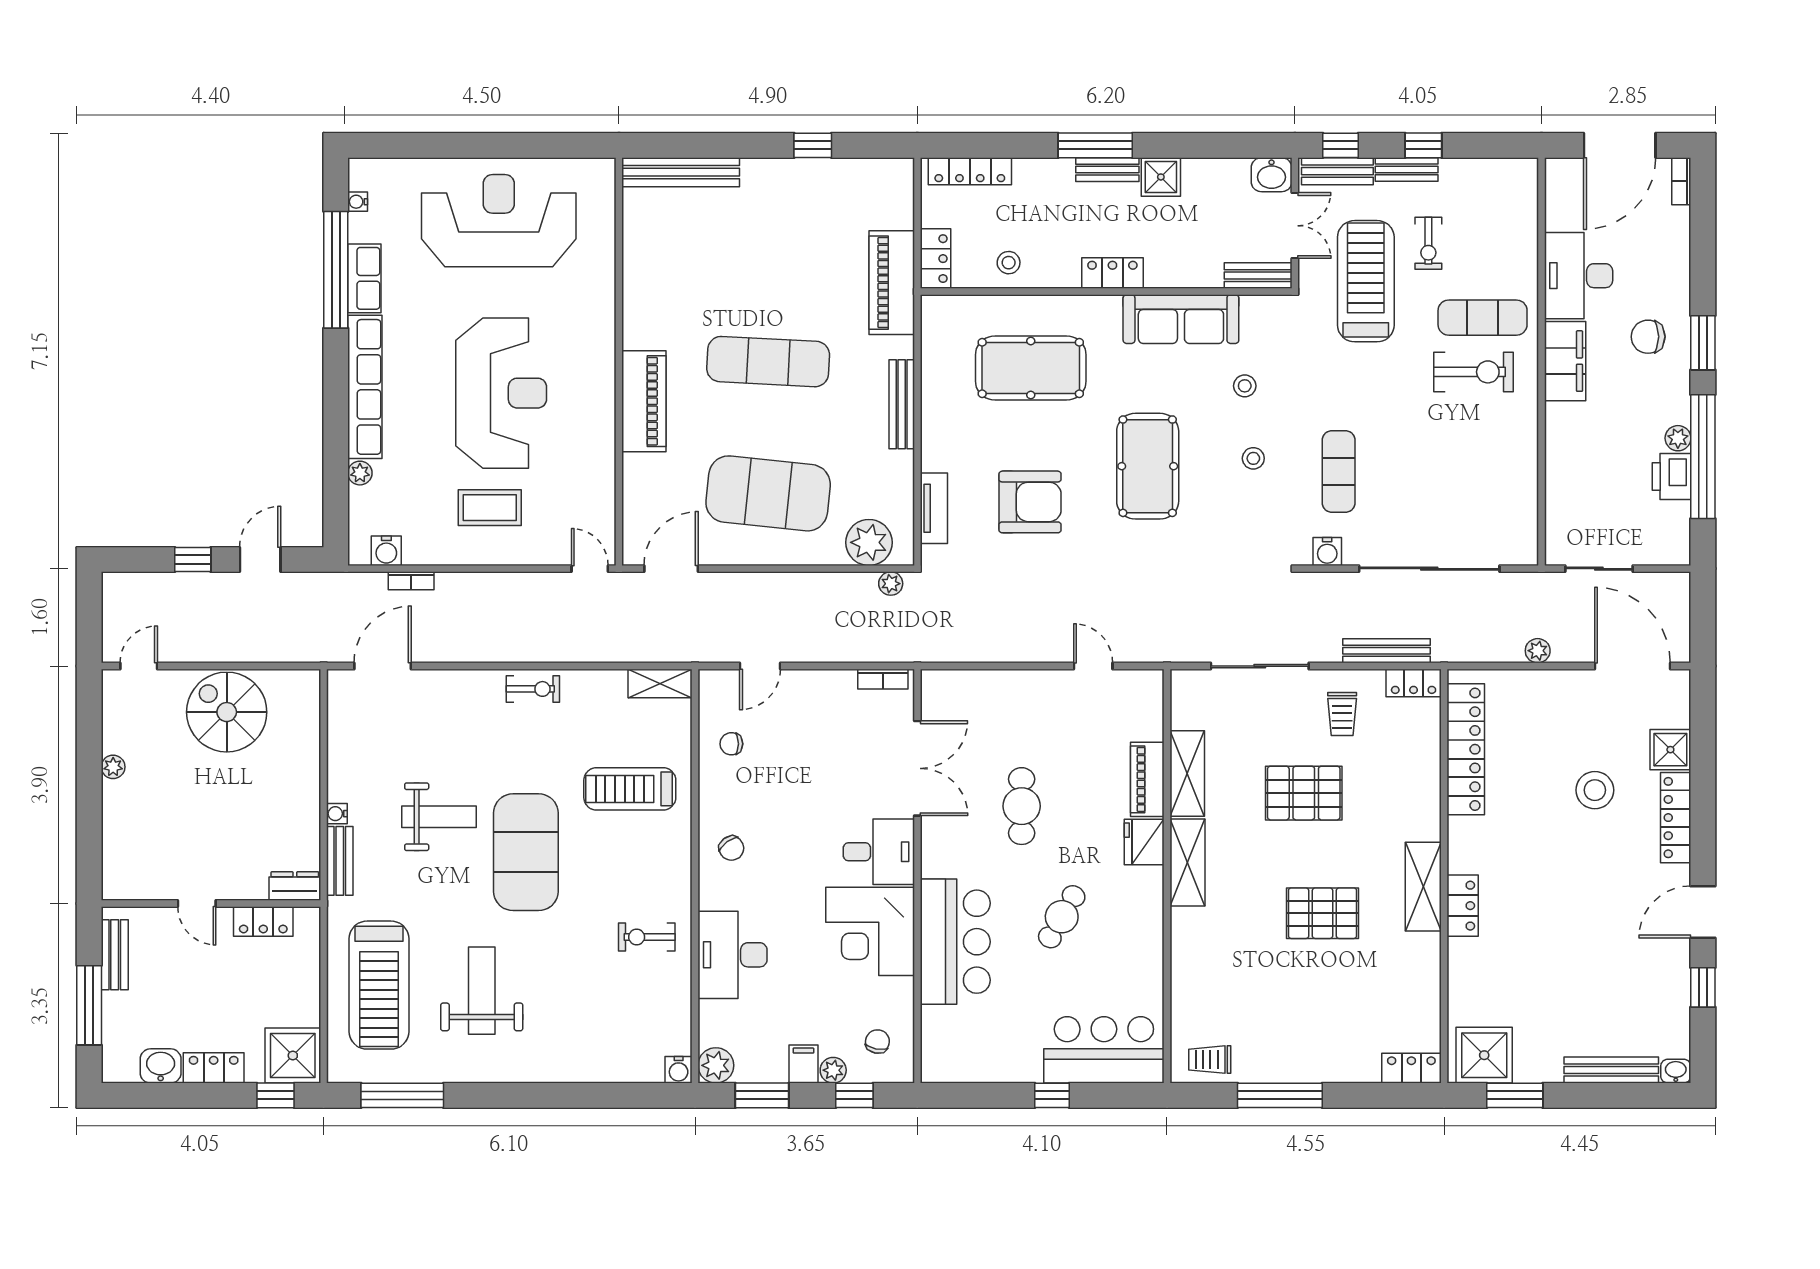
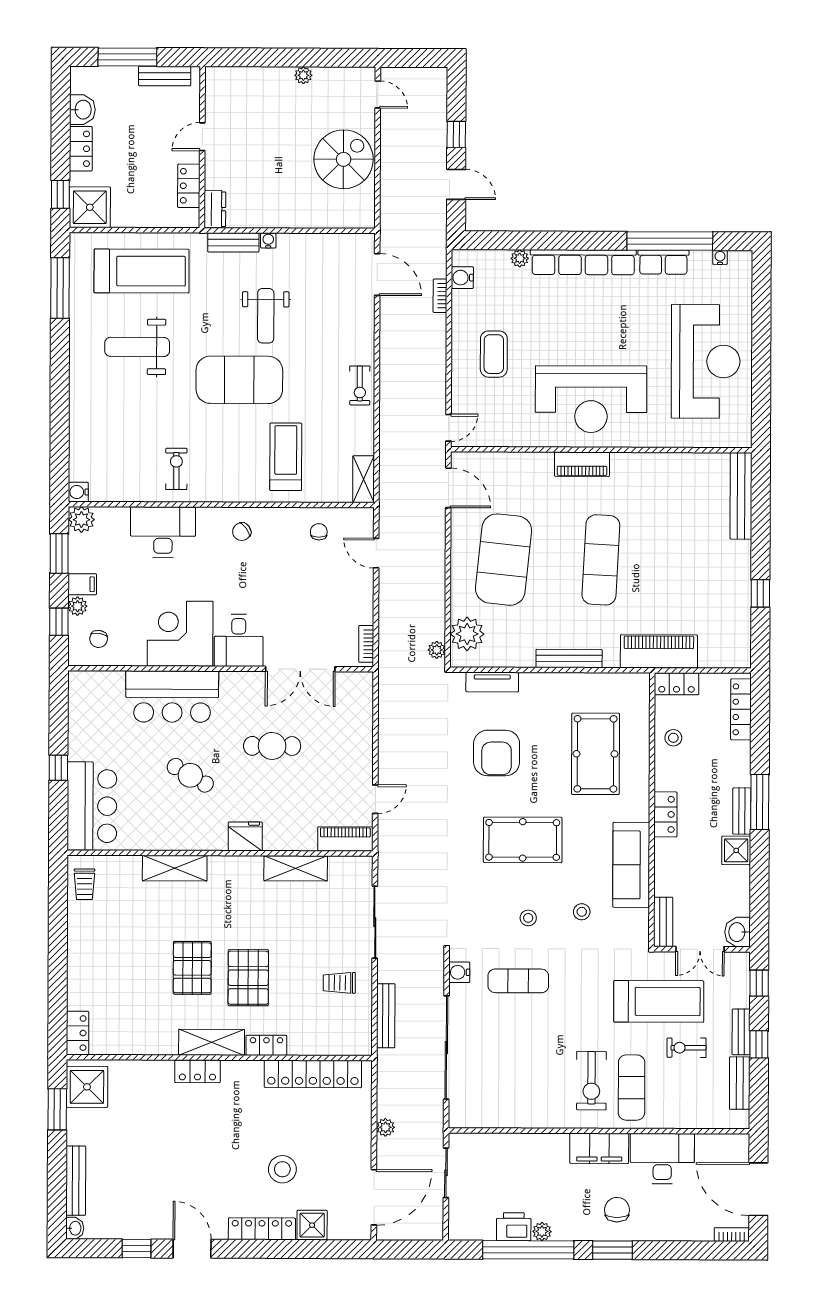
bench: (1337, 171) -> (740, 1083), moved
reception desk: (501, 393) -> (591, 399), moved
piano: (644, 401) -> (582, 464), width x0.73, depth x0.75
locker: (1414, 683) -> (266, 1045), moved, turned 90
piano: (1147, 779) -> (345, 839), moved
pallet: (1304, 793) -> (248, 978), moved
shelving: (1187, 863) -> (175, 868), moved
treadmill: (379, 985) -> (142, 271), turned 180
weight bench: (482, 991) -> (137, 347), turned 180
chair: (877, 1042) -> (99, 639), turned 87
trolley: (1210, 1060) -> (84, 884), turned 180
window: (1280, 1095) -> (58, 936), removed

